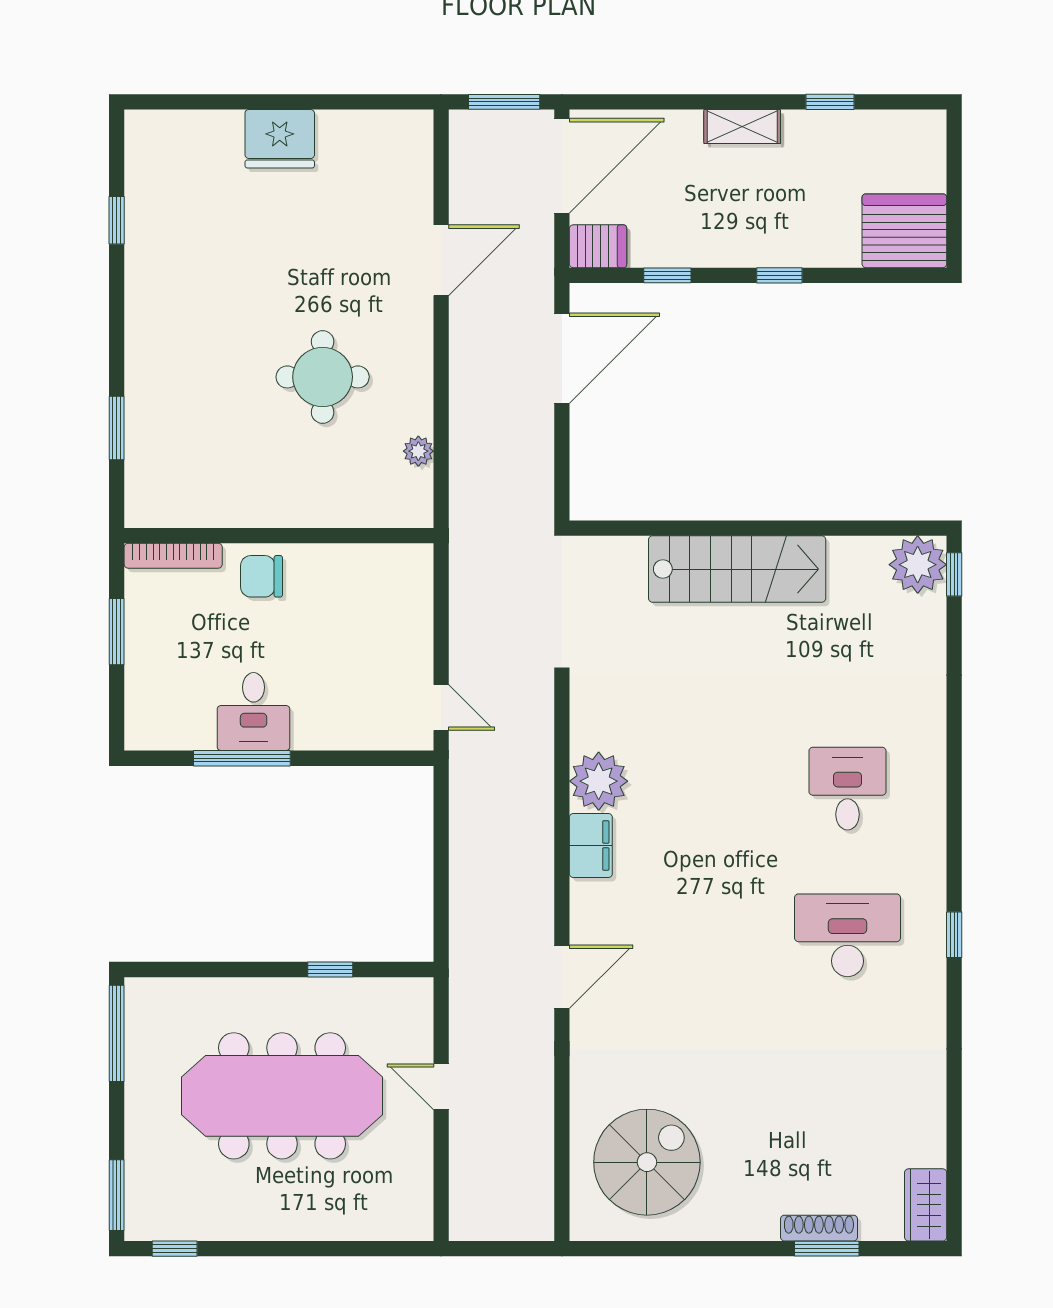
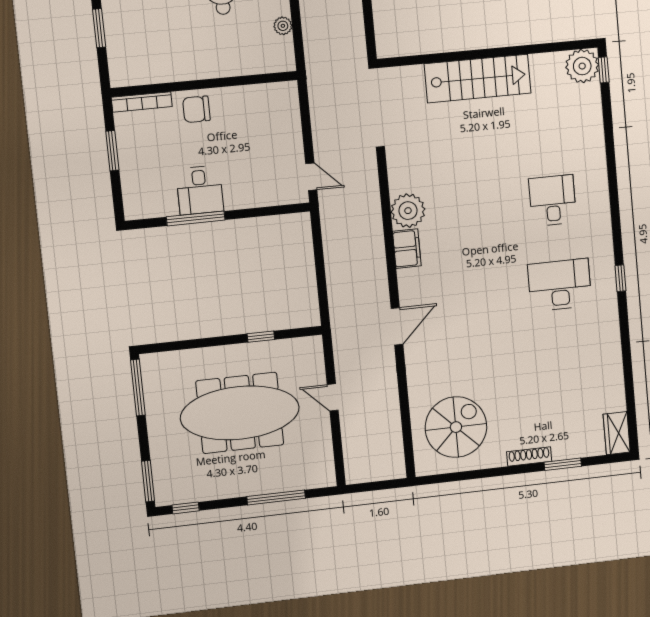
shoe rack: (819, 1228) -> (529, 456), moved
window: (329, 1249) -> (276, 497), added

